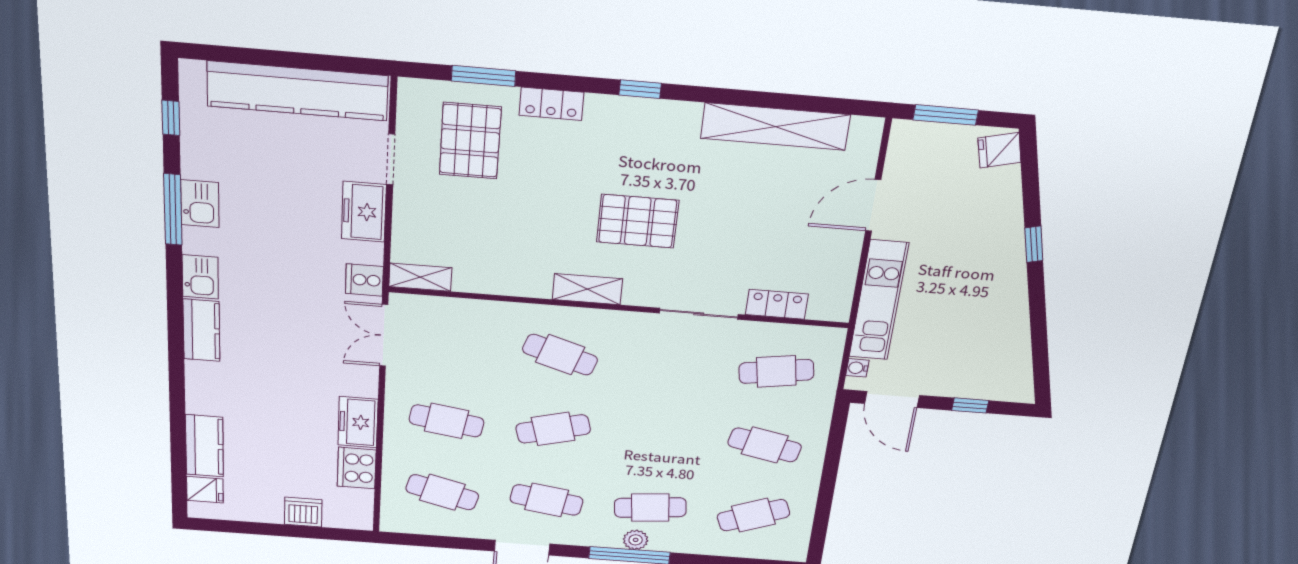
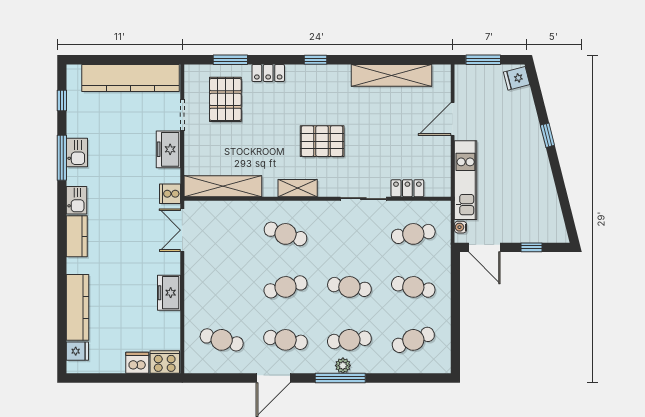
shelving: (420, 277) -> (223, 186), width x2.20, depth x1.33
cafe table: (447, 421) -> (349, 287), moved
kitchen counter: (204, 446) -> (77, 307), width x1.50
cooker: (357, 468) -> (165, 362), moved, turned 90

